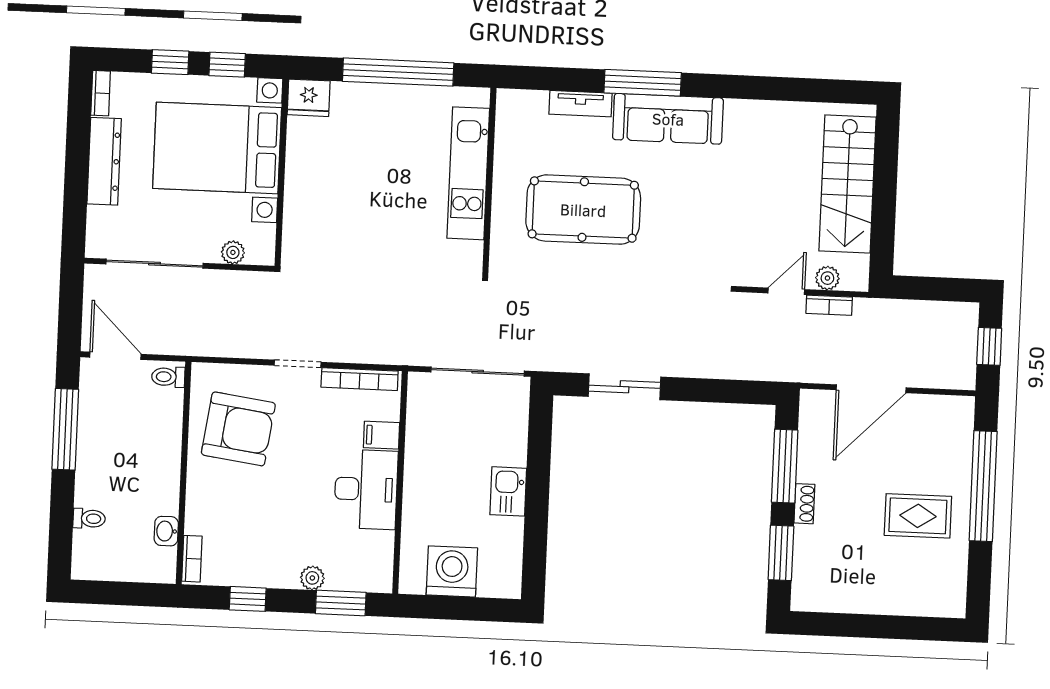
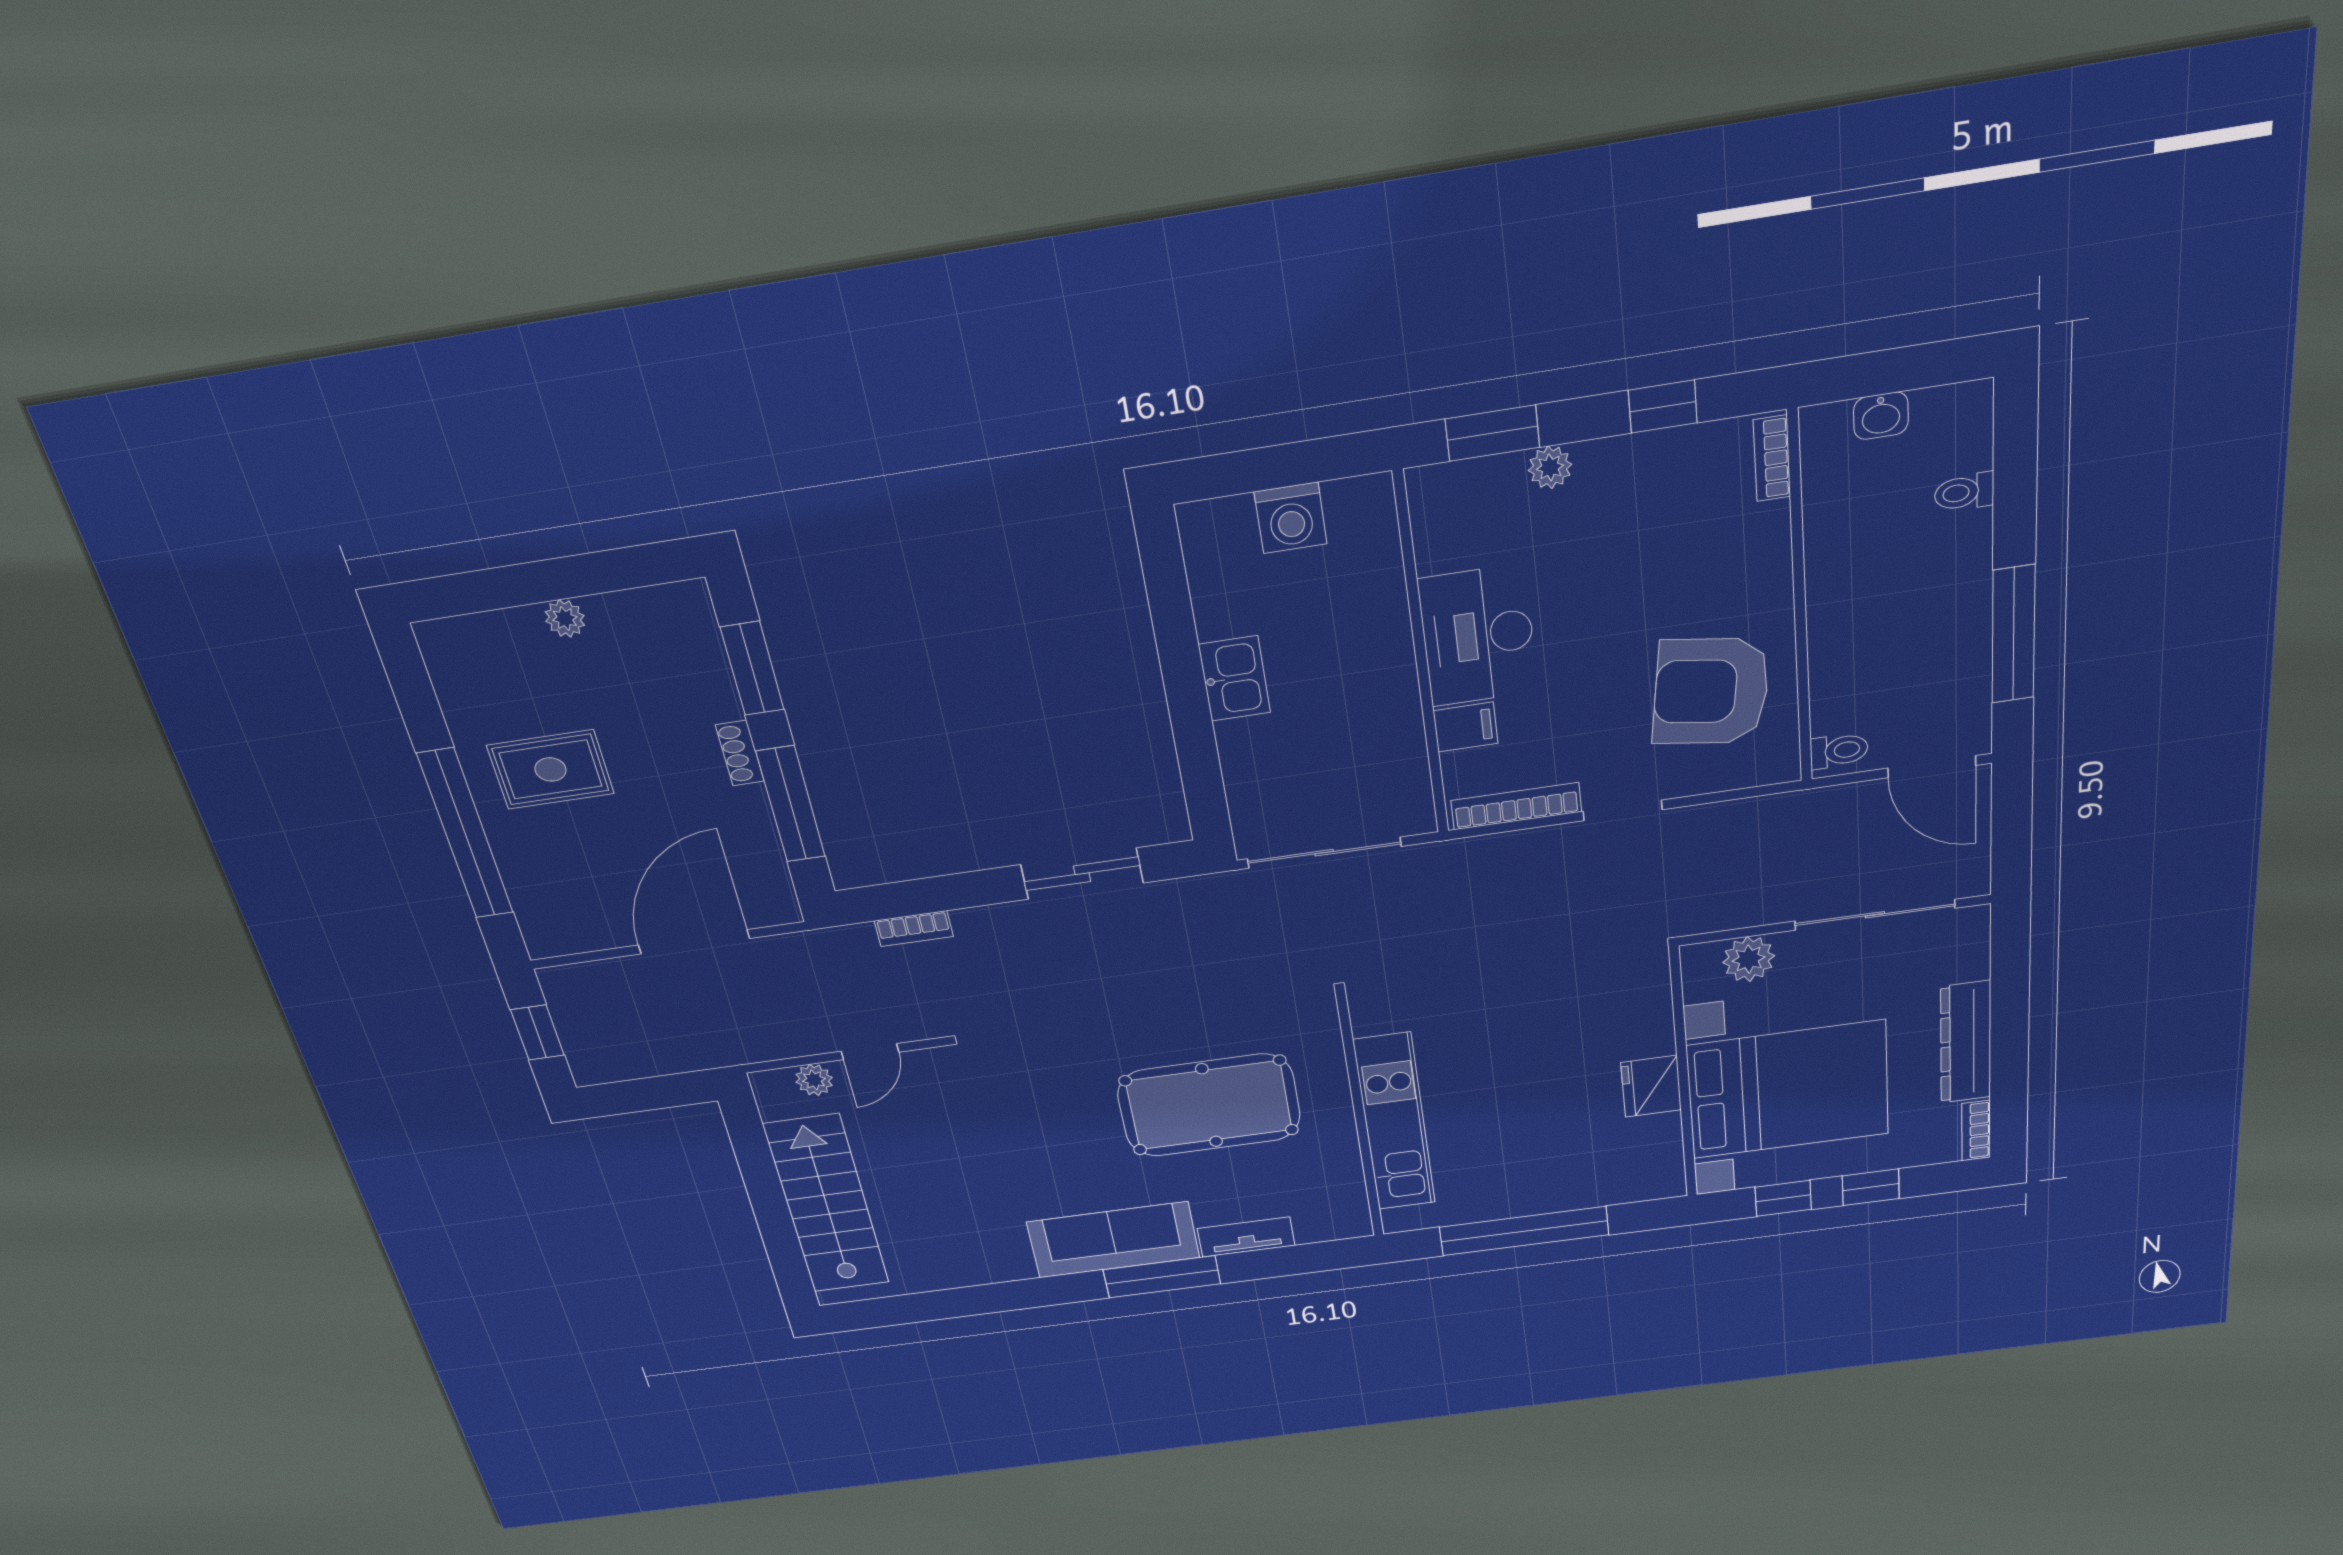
fridge: (309, 98) -> (1651, 1086), moved, turned -90
plant: (233, 252) -> (1749, 959), width x1.38, depth x1.38
bookcase: (829, 305) -> (914, 929), moved, turned 180
washbasin: (166, 531) -> (1881, 416), moved, turned 90
washing machine: (452, 571) -> (1291, 518), width x0.73, depth x0.73
plant: (877, 603) -> (565, 618), added

